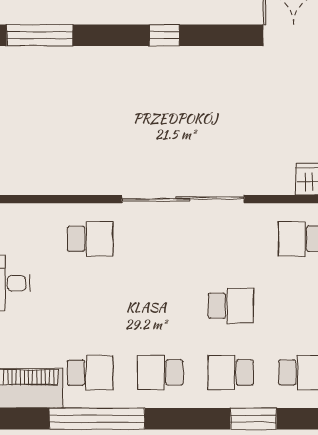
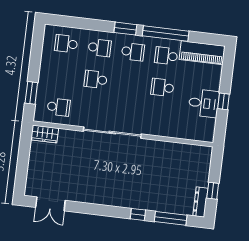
window: (164, 35) -> (138, 214), moved
school desk: (90, 239) -> (162, 87), moved
window: (253, 419) -> (125, 29), moved

